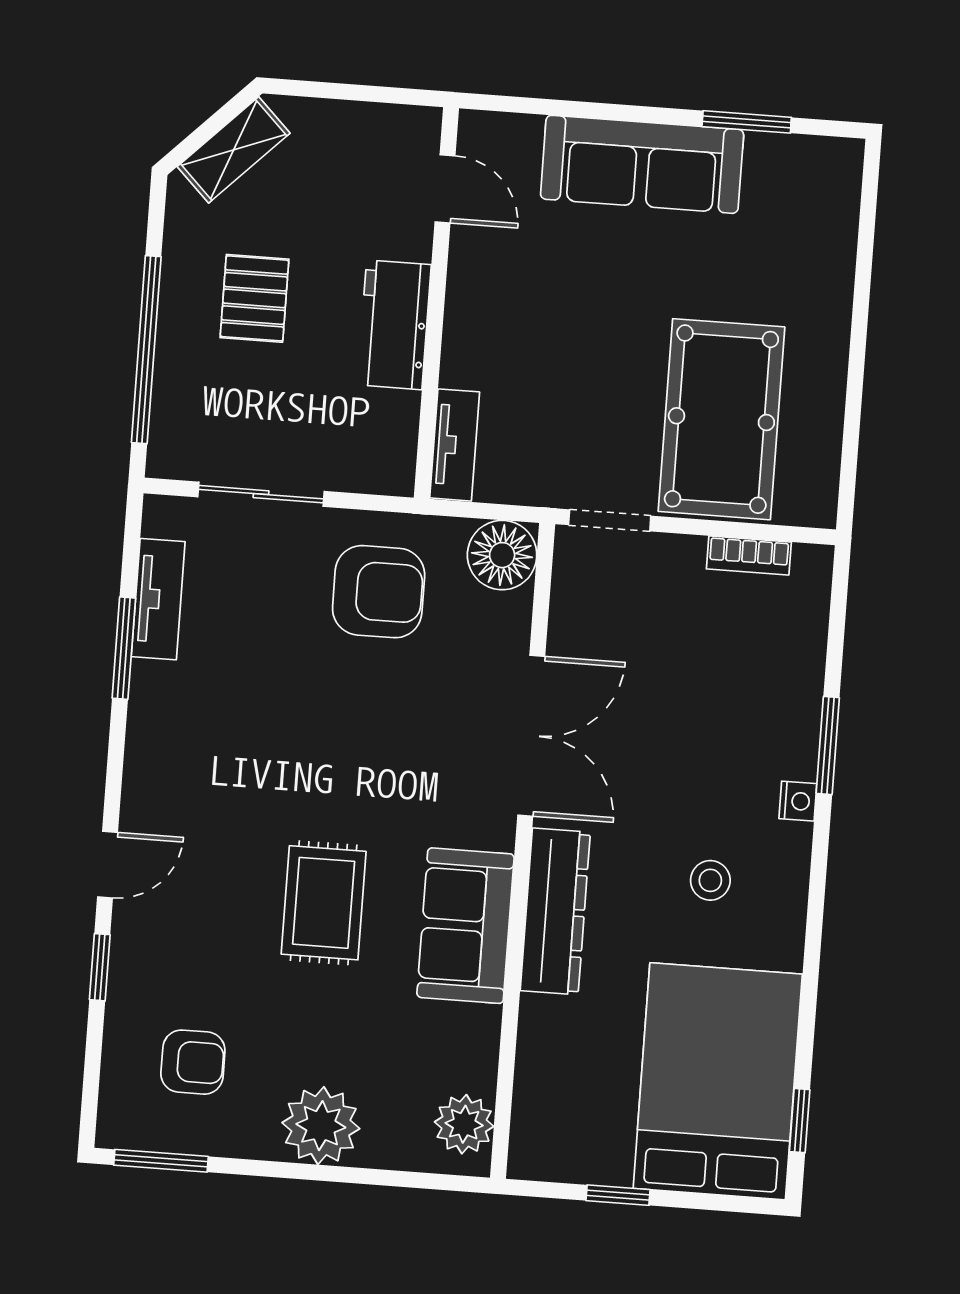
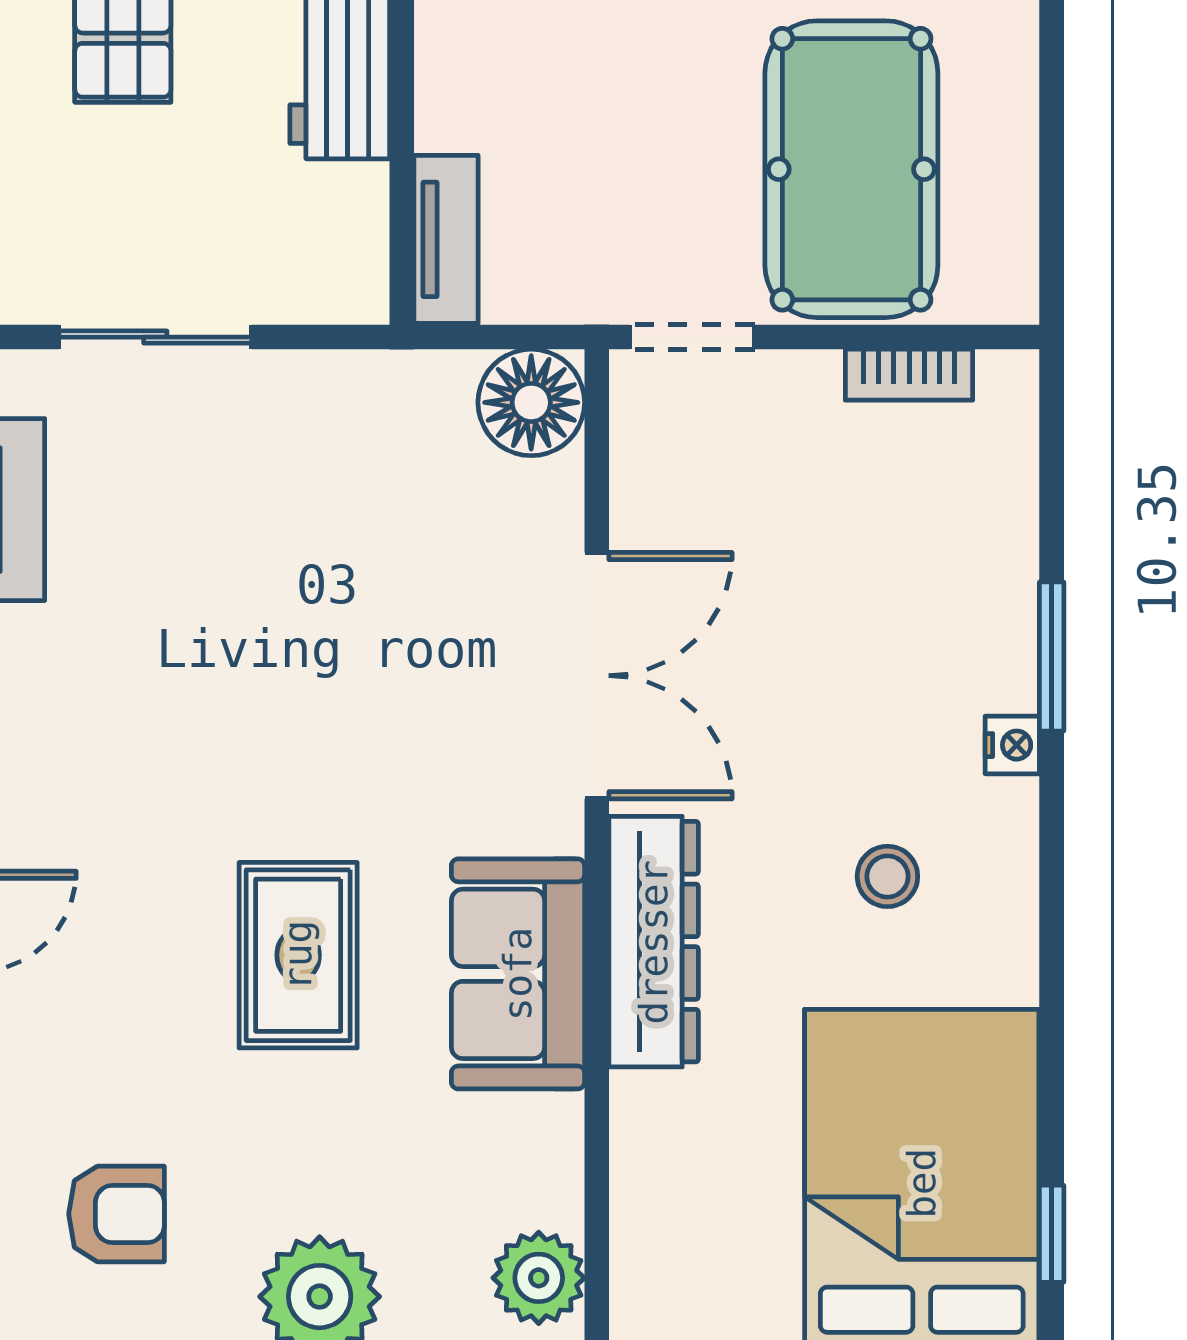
armchair: (379, 592) -> (346, 473), removed

